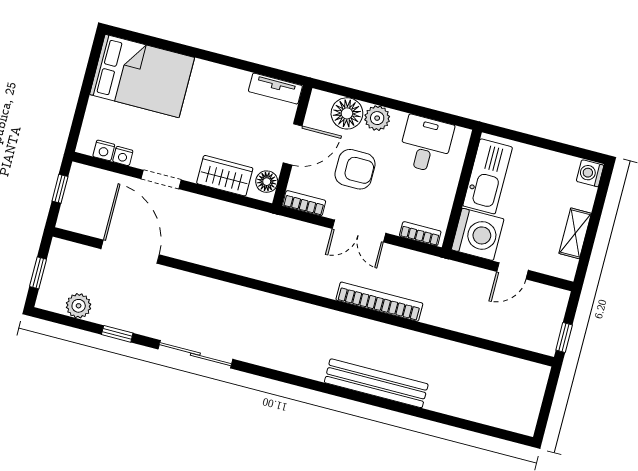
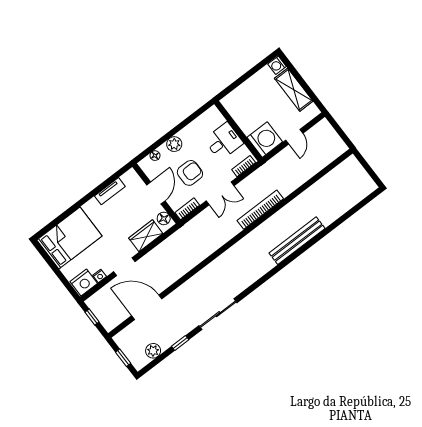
tv unit: (275, 89) -> (110, 191), moved
floor lamp: (347, 113) -> (155, 156), width x0.53, depth x0.53
desk: (426, 144) -> (224, 141), moved, turned 90
nightstand: (104, 150) -> (84, 282), width x1.89, depth x1.79
kitchen sink: (488, 176) -> (241, 114), removed
shelving: (575, 233) -> (294, 90), width x1.50, depth x1.33
window: (564, 337) -> (344, 137), removed

